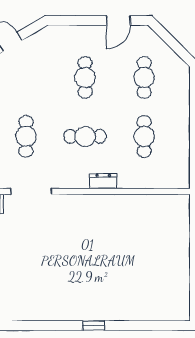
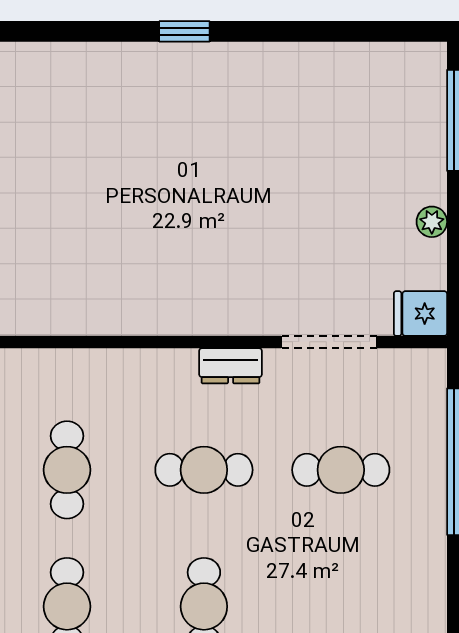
cafe table: (26, 136) -> (341, 470), turned 90
dresser: (103, 181) -> (231, 366), moved

